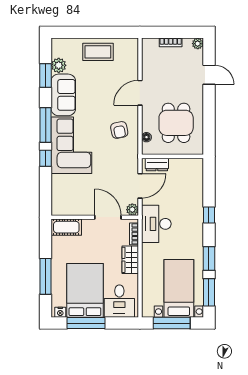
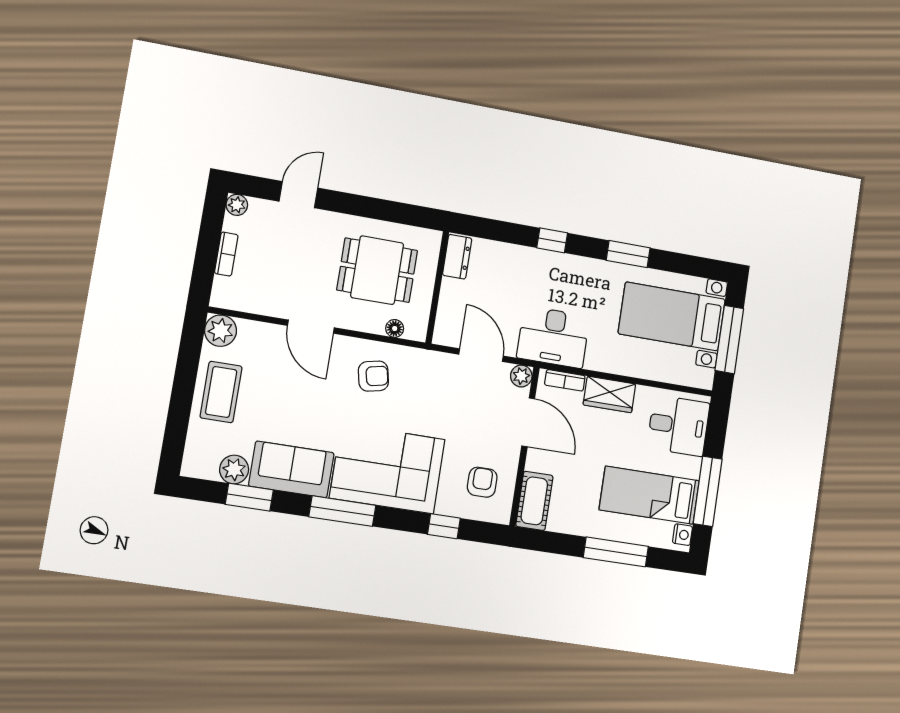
plant: (130, 46) -> (221, 331), added
window: (46, 158) -> (444, 526), moved
dresser: (157, 165) -> (457, 257), moved
armchair: (72, 197) -> (482, 482), added
door: (108, 217) -> (528, 422), swing flipped
bed: (85, 290) -> (649, 495), width x0.67
window: (209, 292) -> (686, 265), removed

